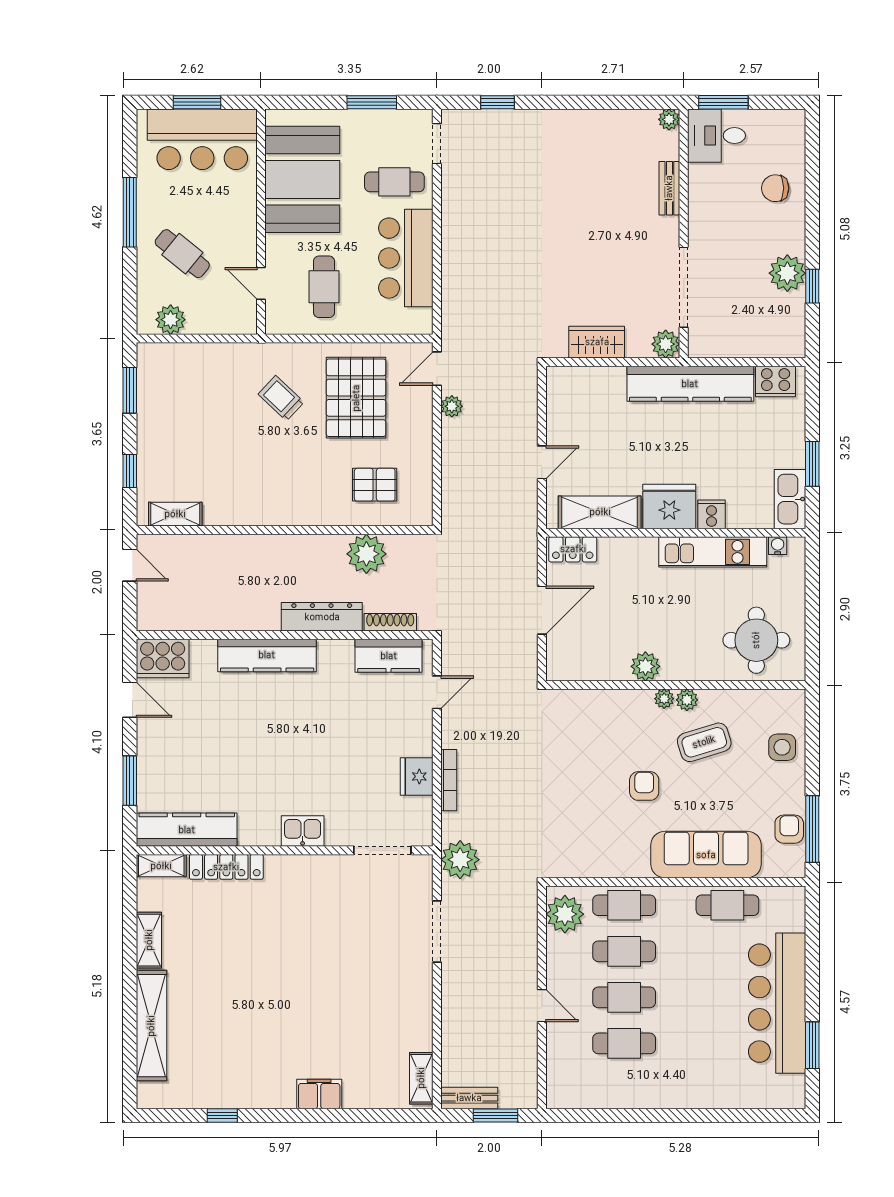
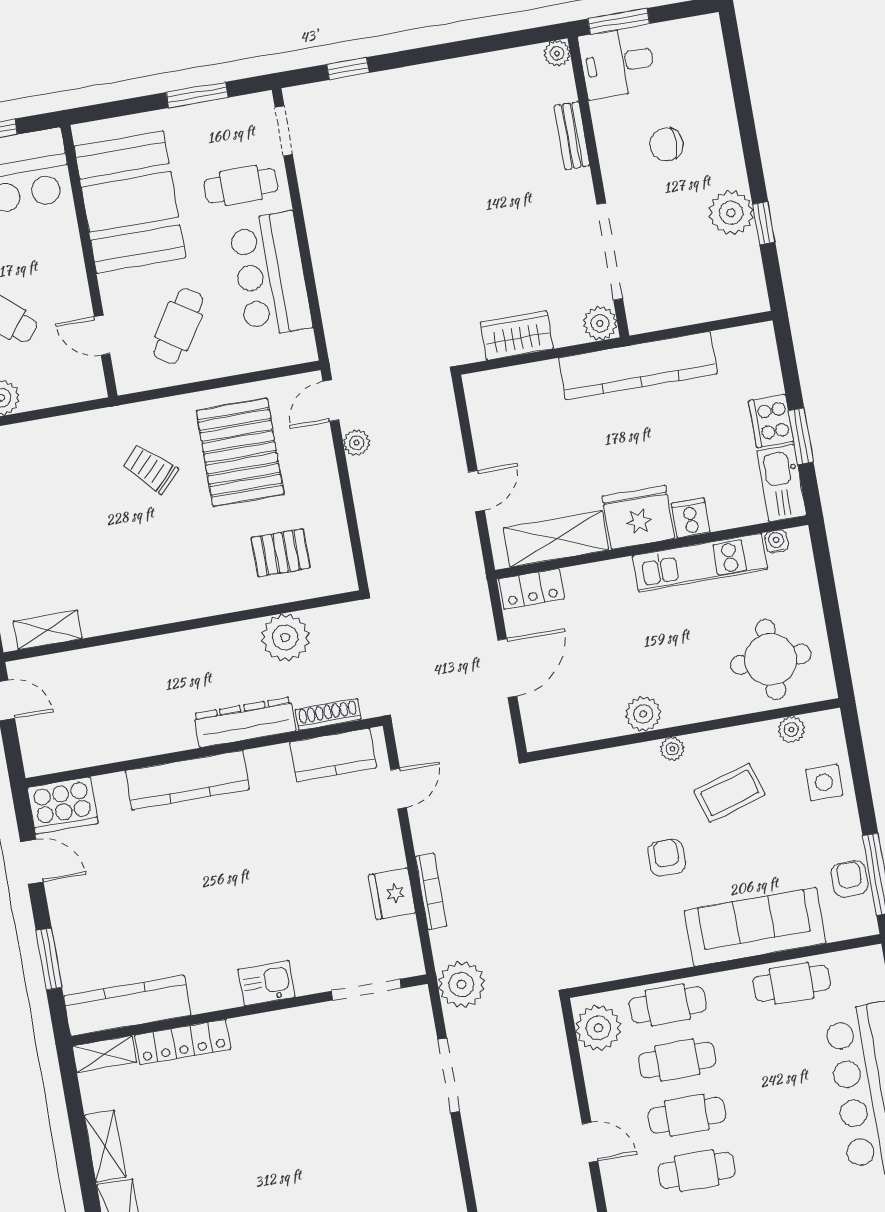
chair: (775, 188) -> (666, 144), moved
cafe table: (324, 287) -> (178, 326), turned 33
cooker: (776, 381) -> (771, 421), moved, turned 90
plant: (687, 700) -> (791, 730), moved

